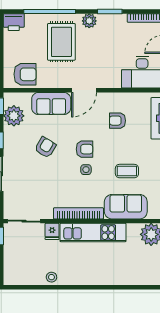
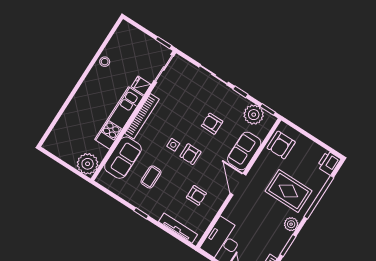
armchair: (117, 121) -> (196, 195), turned 90
armchair: (45, 147) -> (212, 124), turned 149

